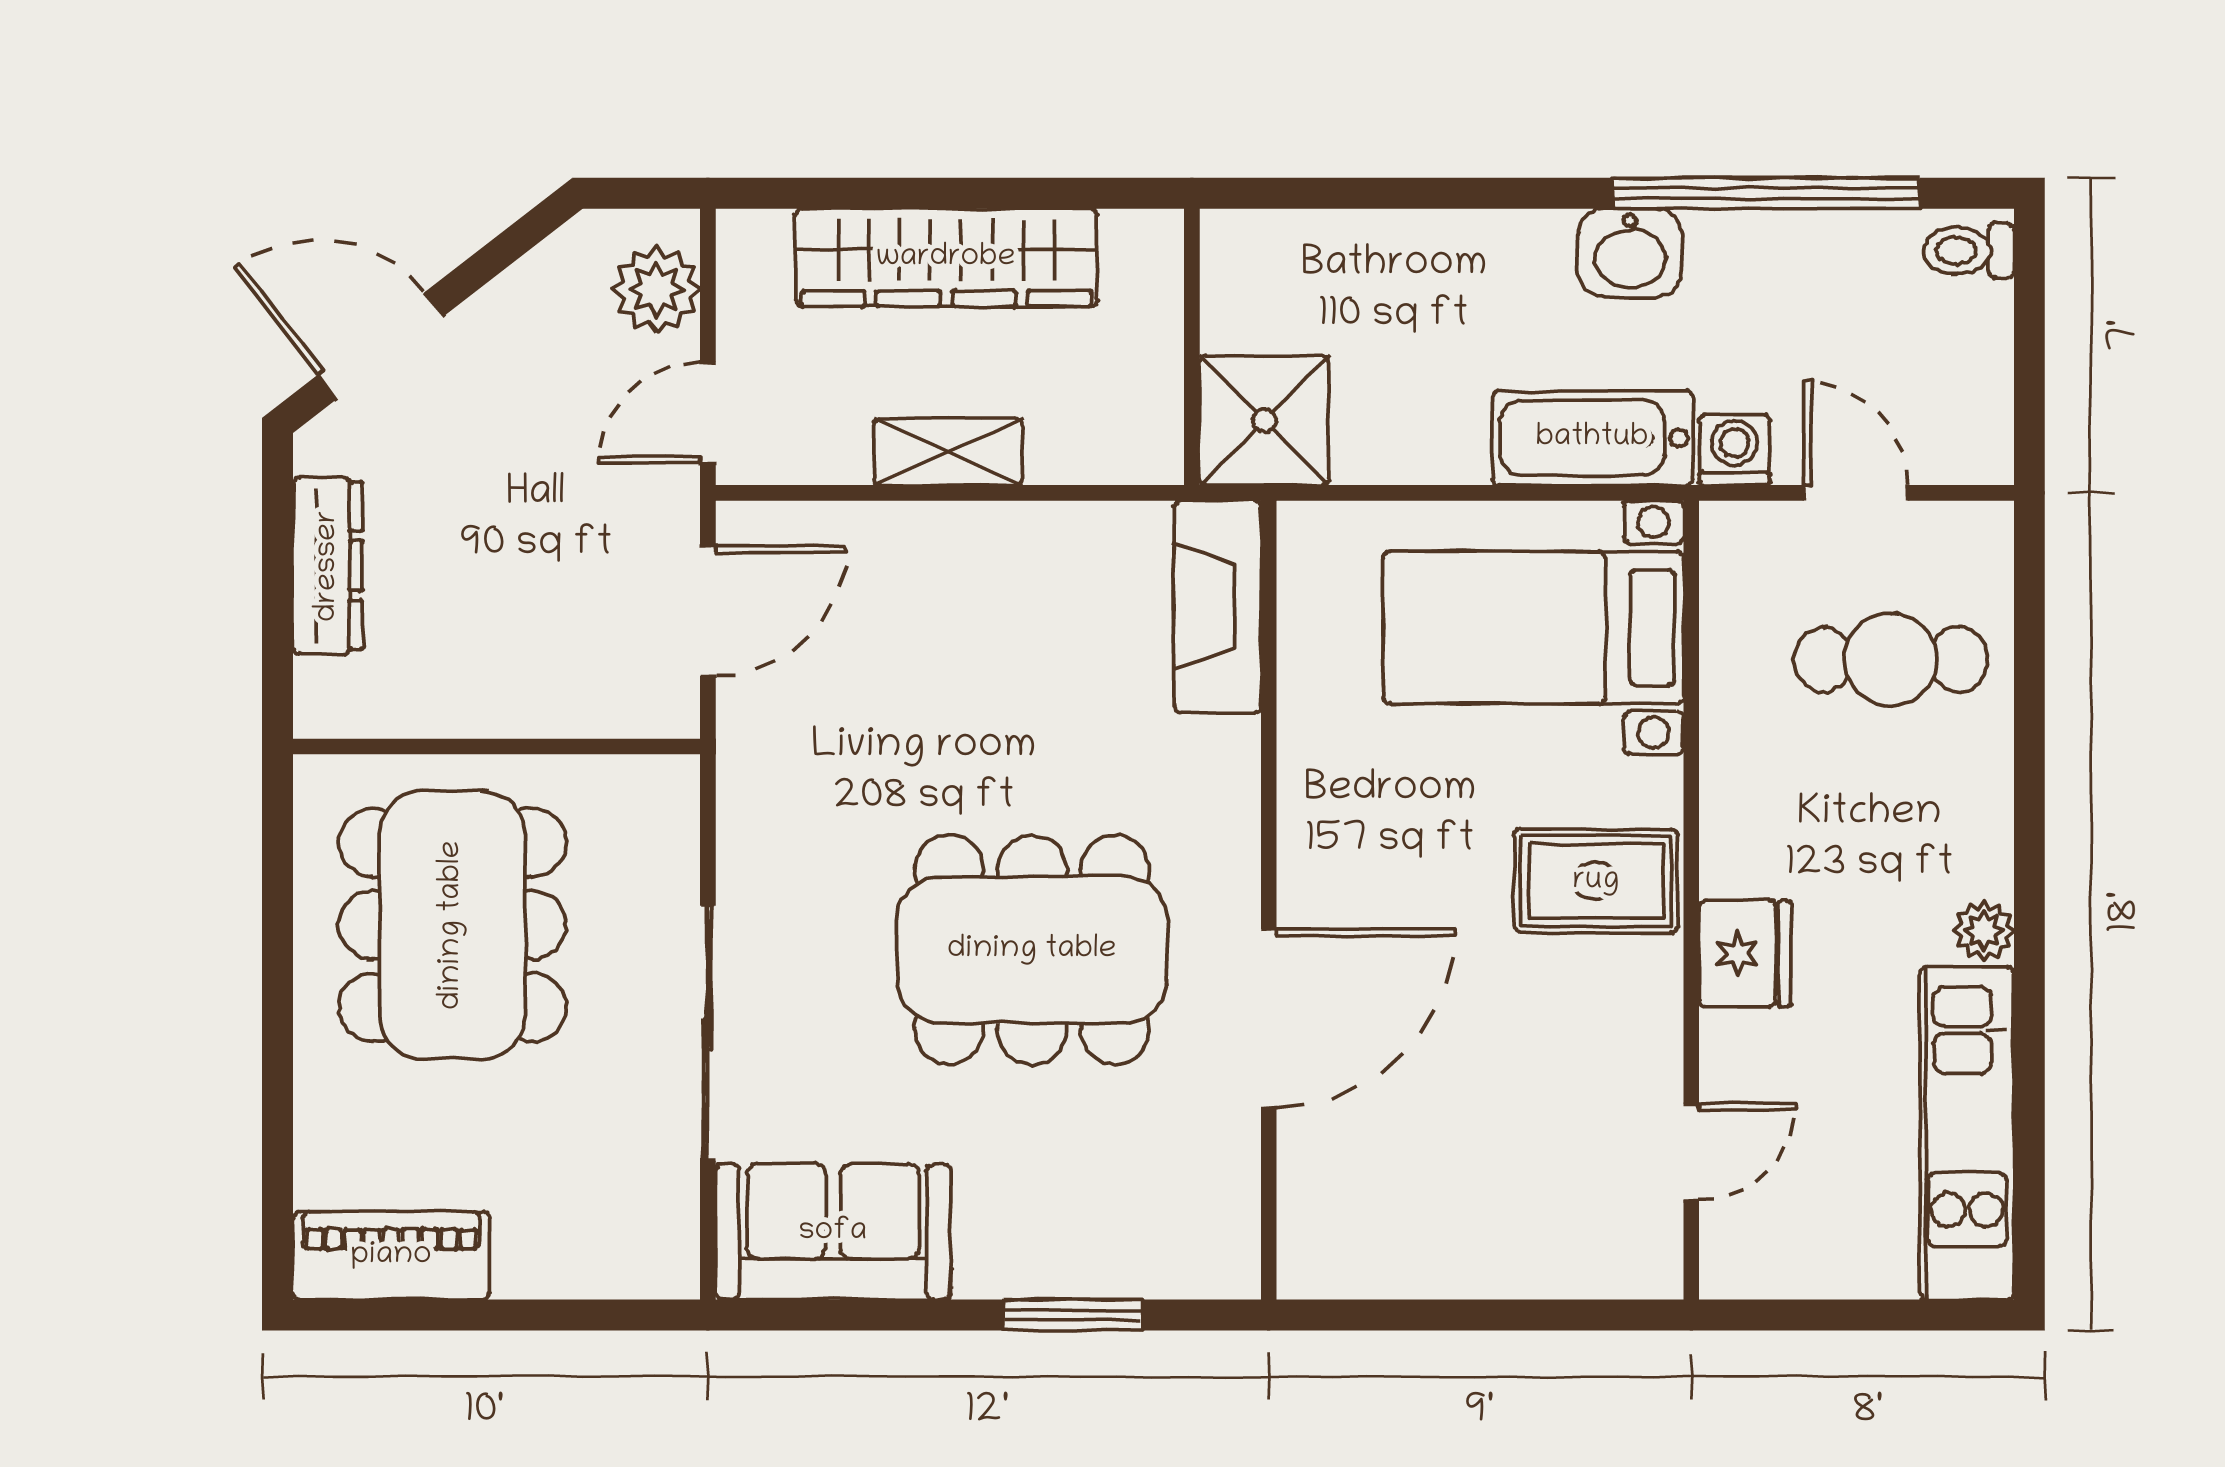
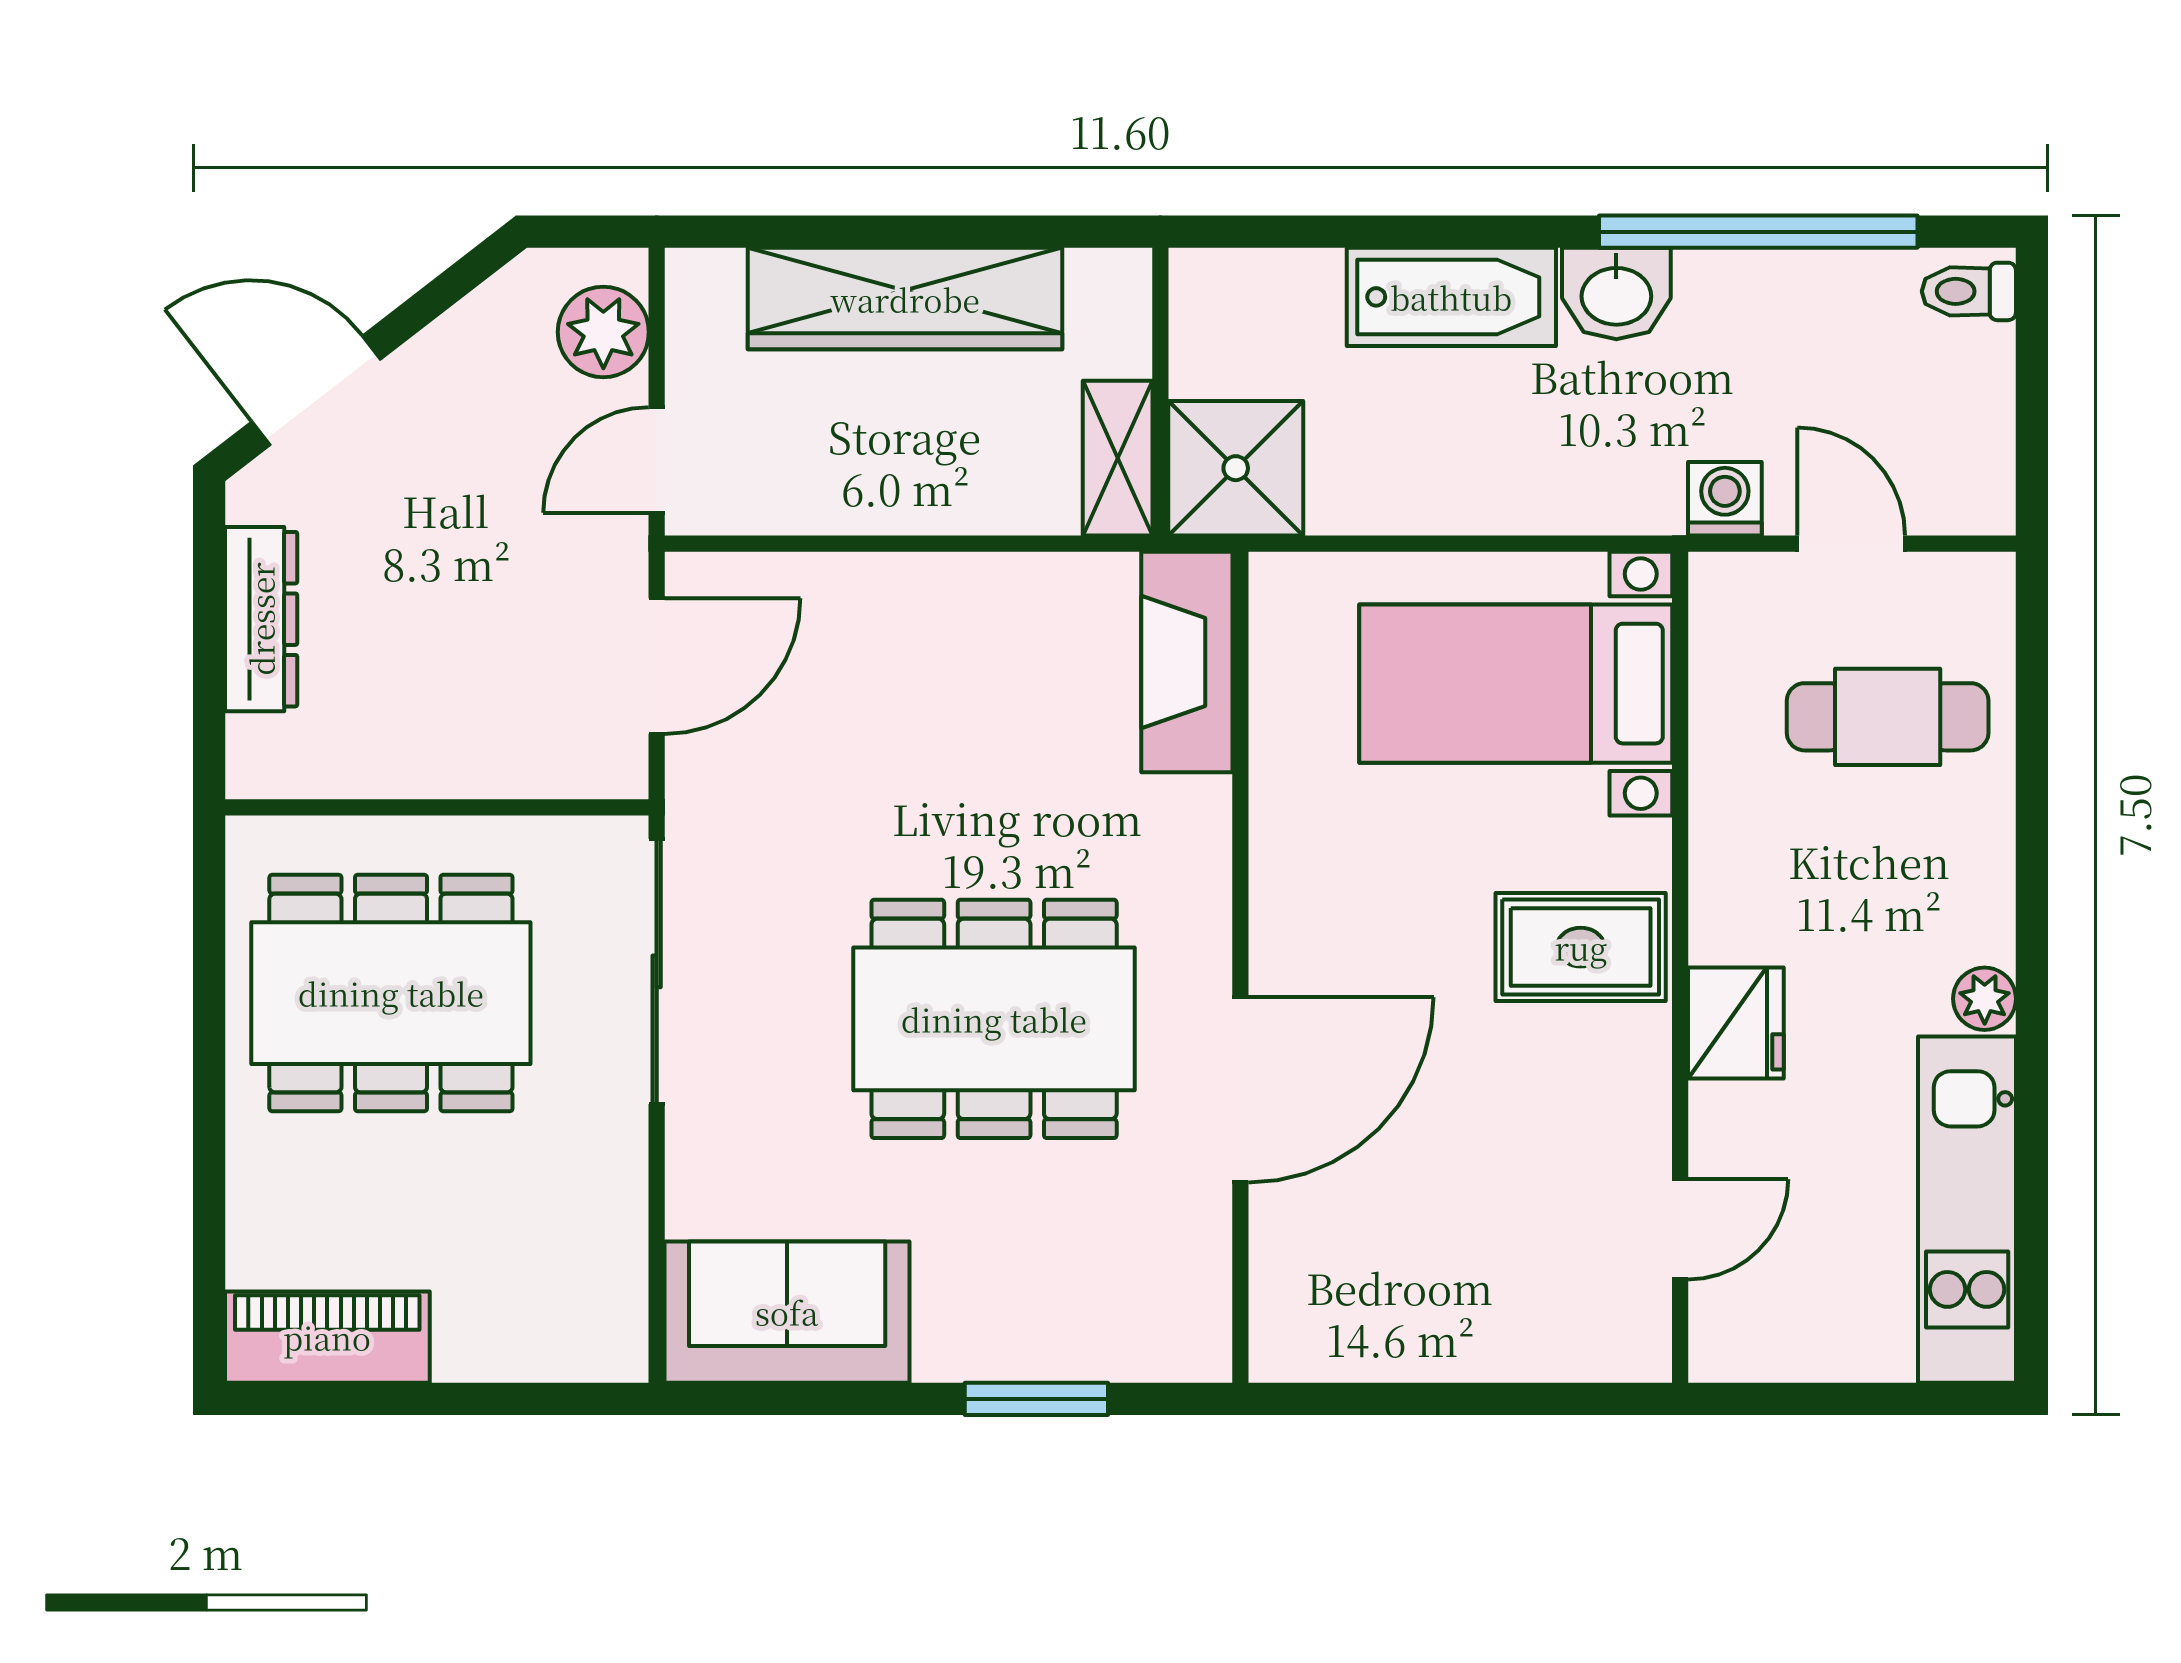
bathtub: (1592, 438) -> (1451, 297), moved, turned 180
shelving: (948, 452) -> (1118, 458), moved, turned 90
dining table: (452, 925) -> (391, 993), turned 90
sliding door: (708, 1033) -> (657, 971), moved

